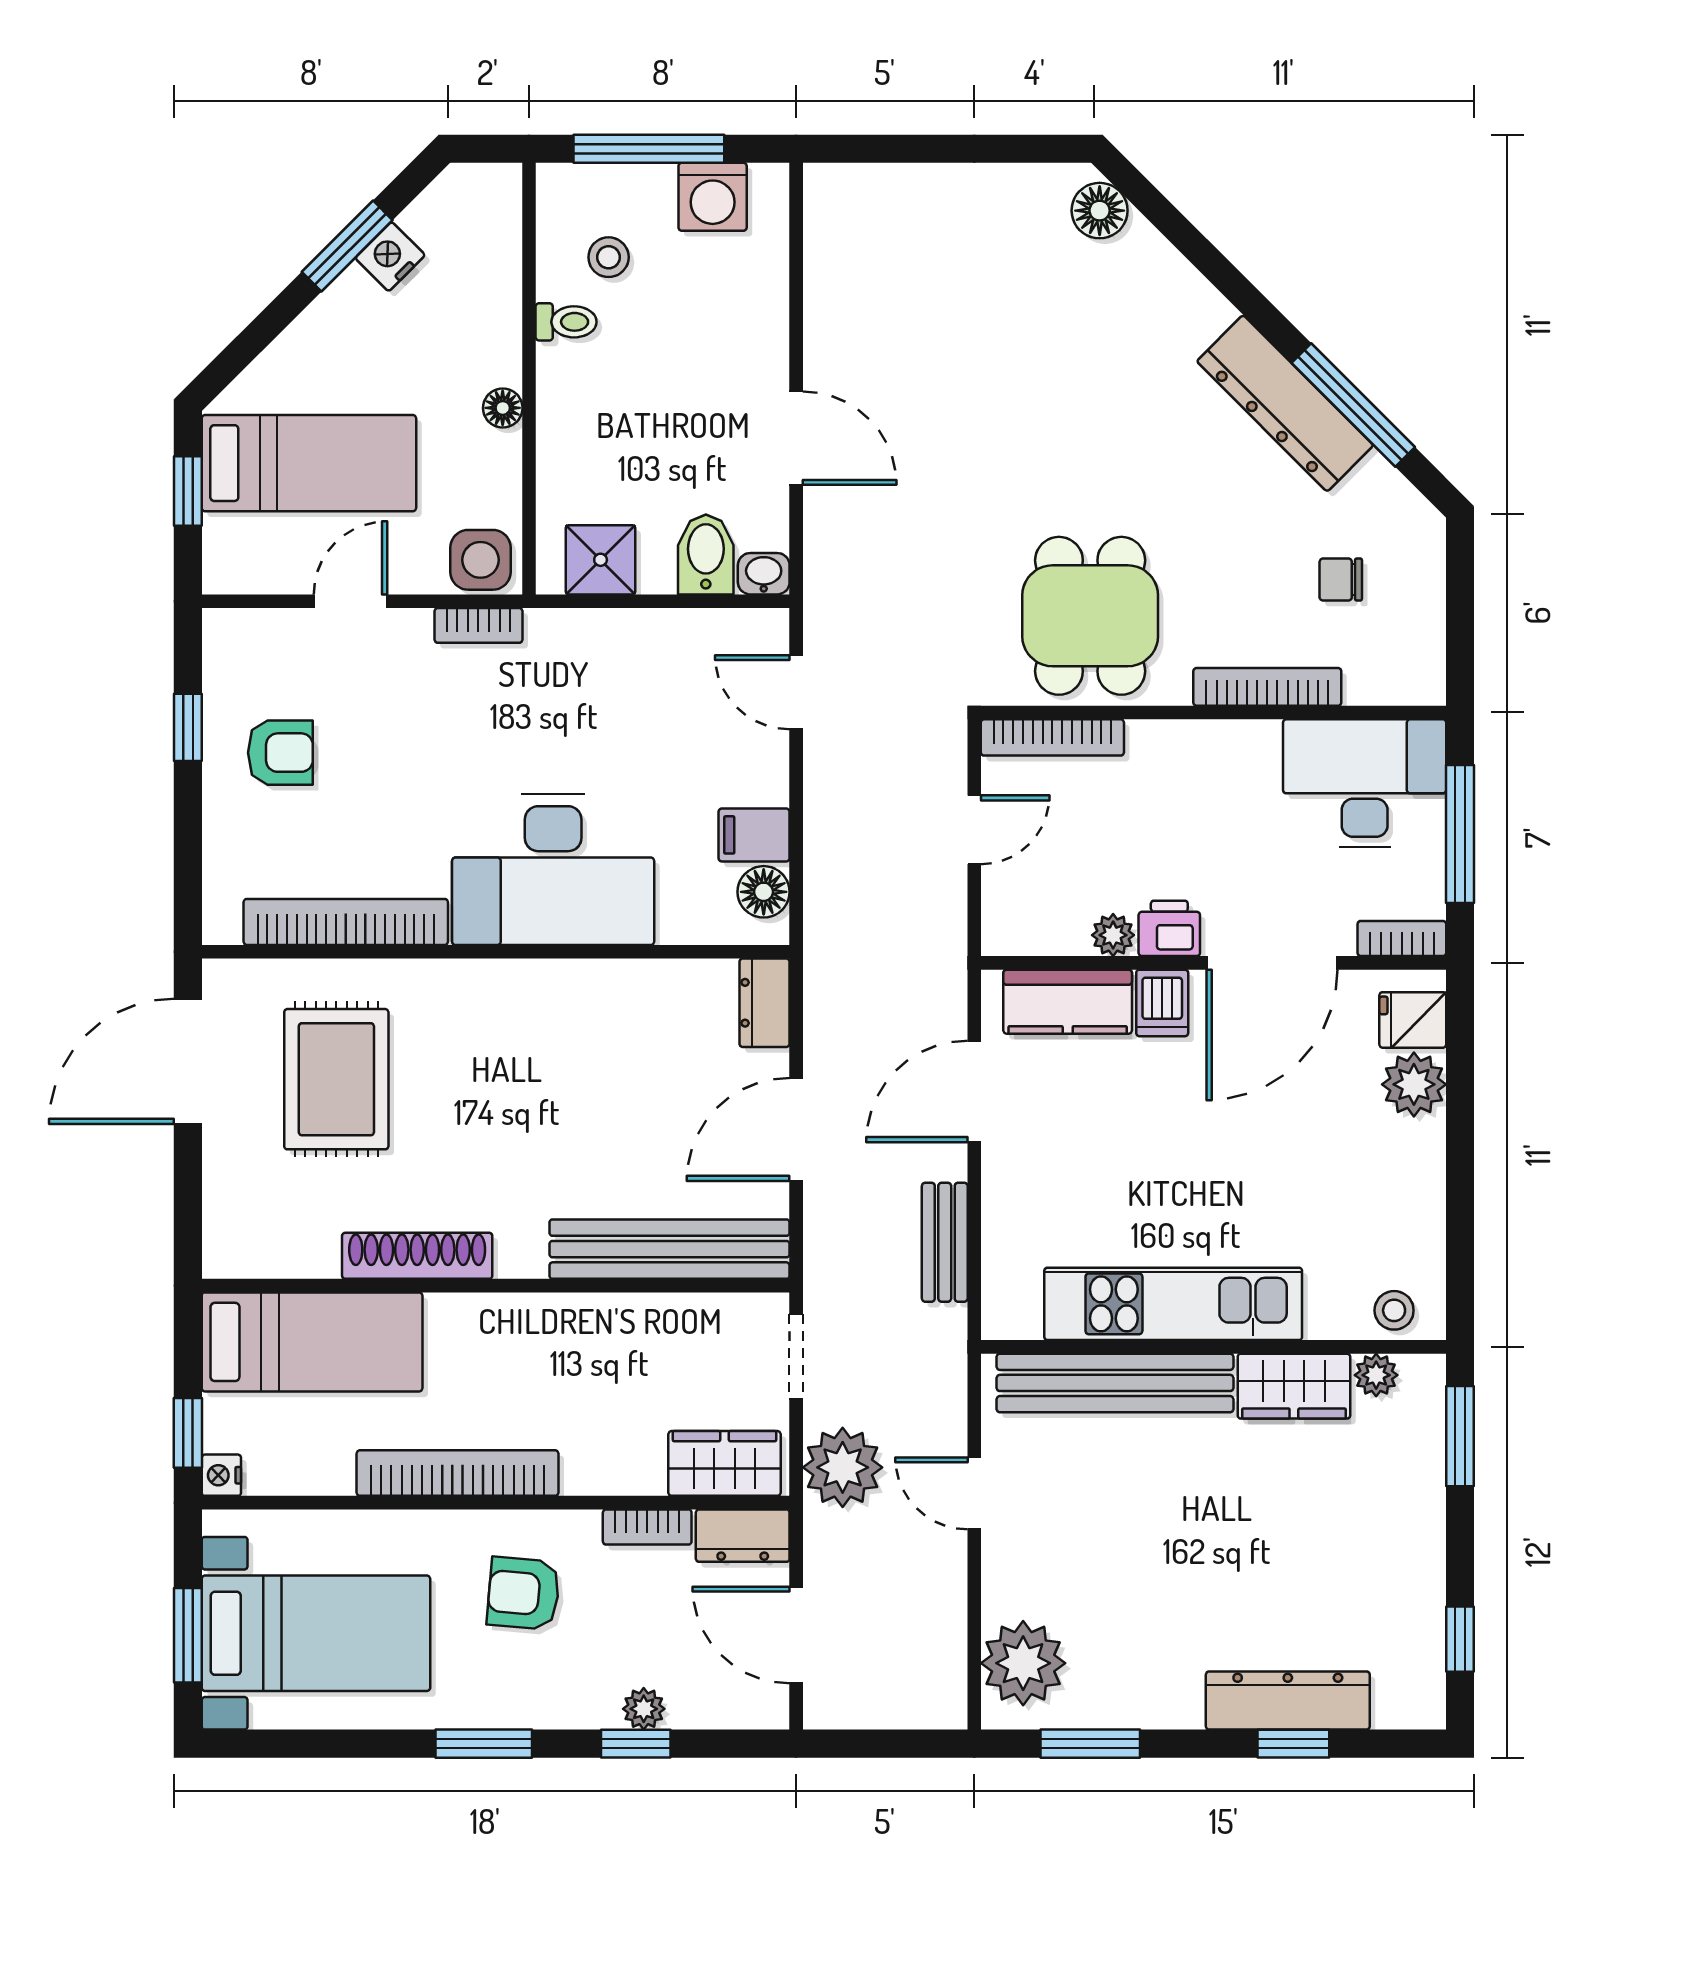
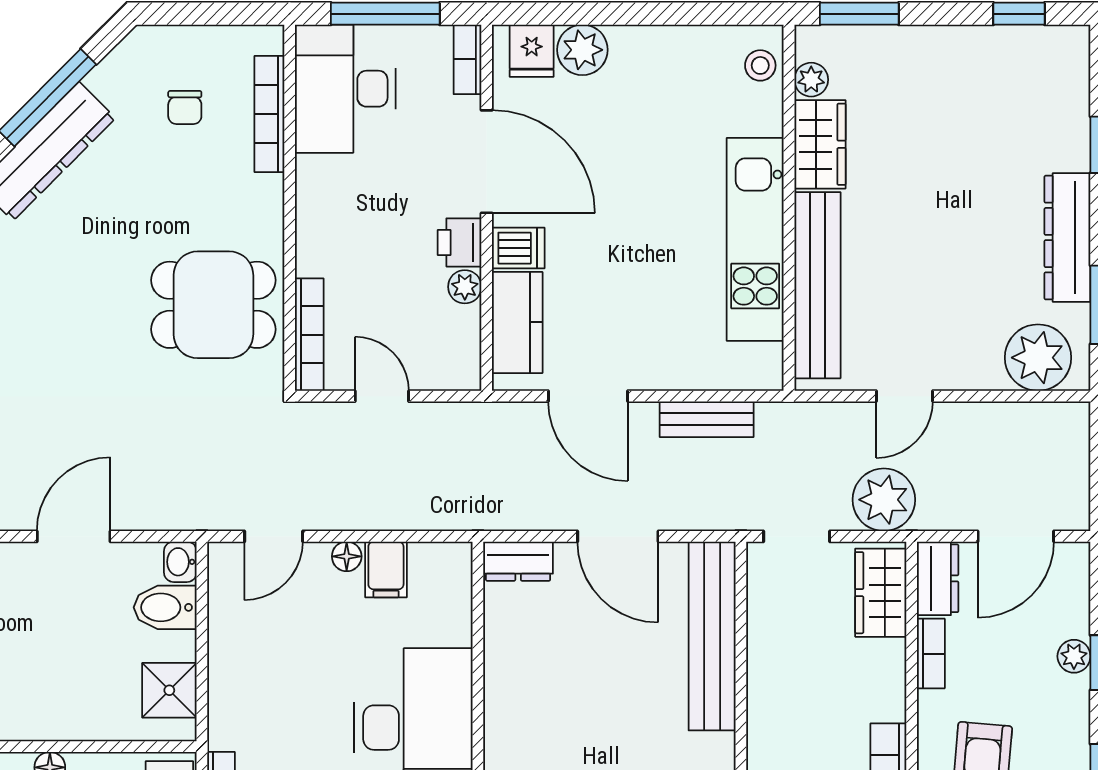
bookcase: (1267, 687) -> (269, 114), moved
floor lamp: (764, 892) -> (347, 556), moved, width x0.73, depth x0.73
dresser: (1288, 1701) -> (1067, 238), moved

